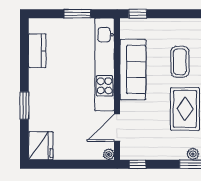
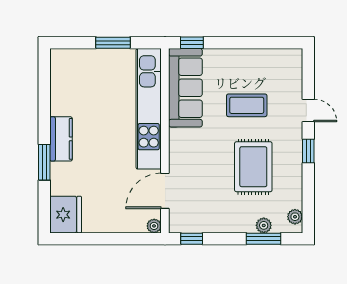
kitchen counter: (37, 51) -> (61, 139), moved
coffee table: (180, 62) -> (247, 105), turned 90
sofa: (133, 70) -> (185, 88), moved

